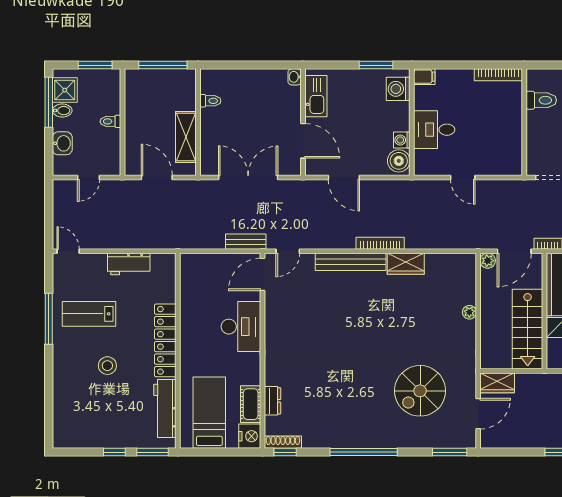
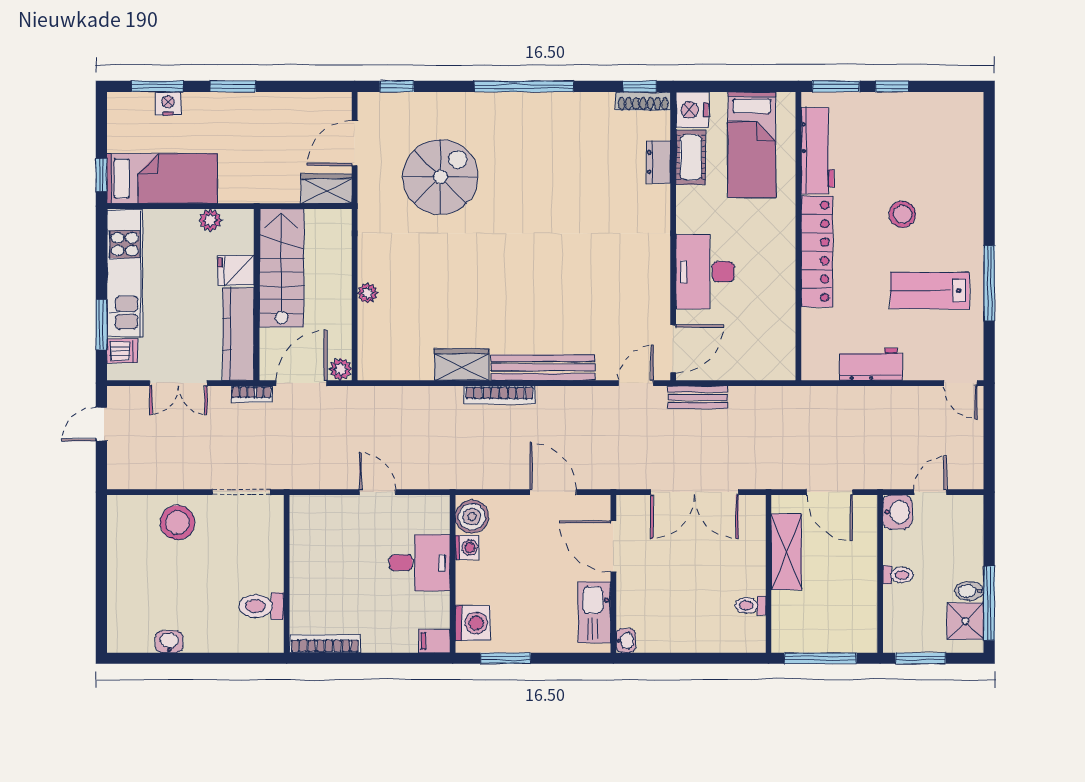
washbasin: (62, 143) -> (897, 512), moved, turned 180
lab bench: (89, 314) -> (930, 291), turned 180
window: (450, 452) -> (397, 86), width x0.67

